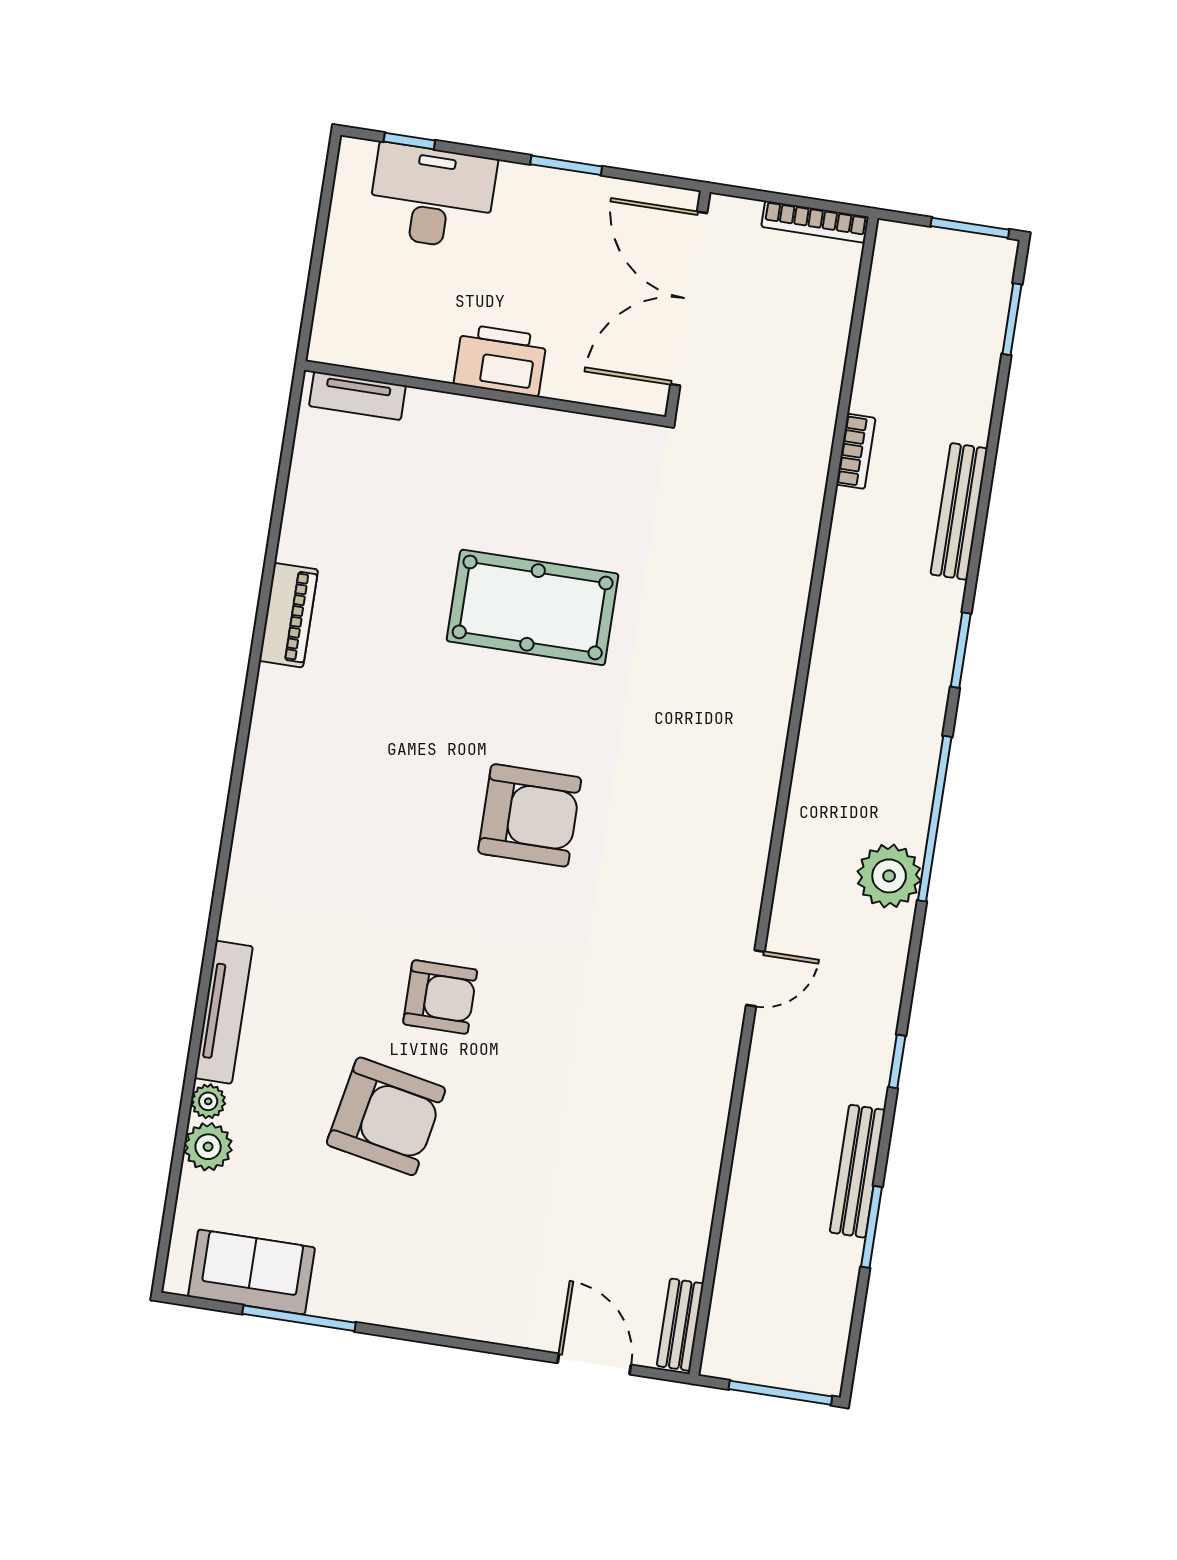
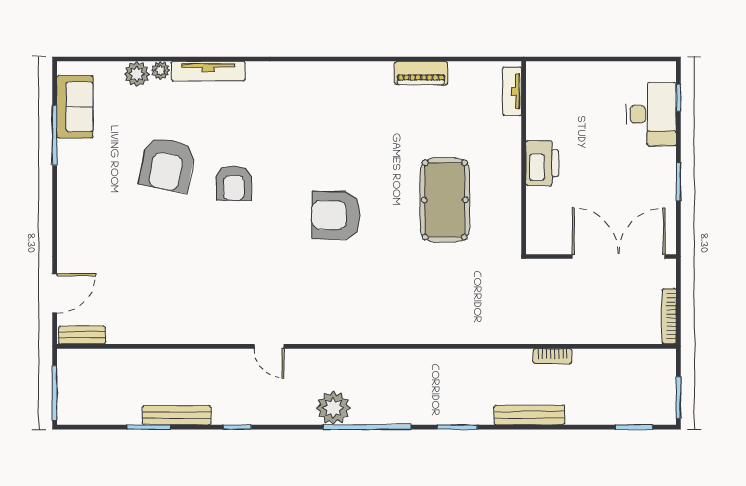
printer: (500, 360) -> (542, 163), moved
wall: (485, 393) -> (524, 158), moved
tv unit: (357, 396) -> (512, 91), moved
armchair: (530, 815) -> (336, 215), turned 90

